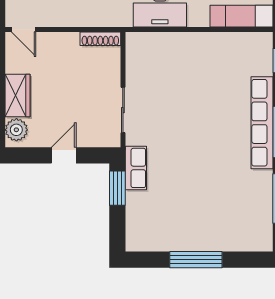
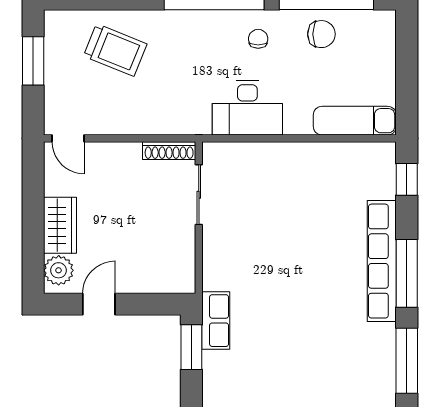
sliding door: (123, 110) -> (199, 195), moved
door: (64, 155) -> (99, 304), moved

